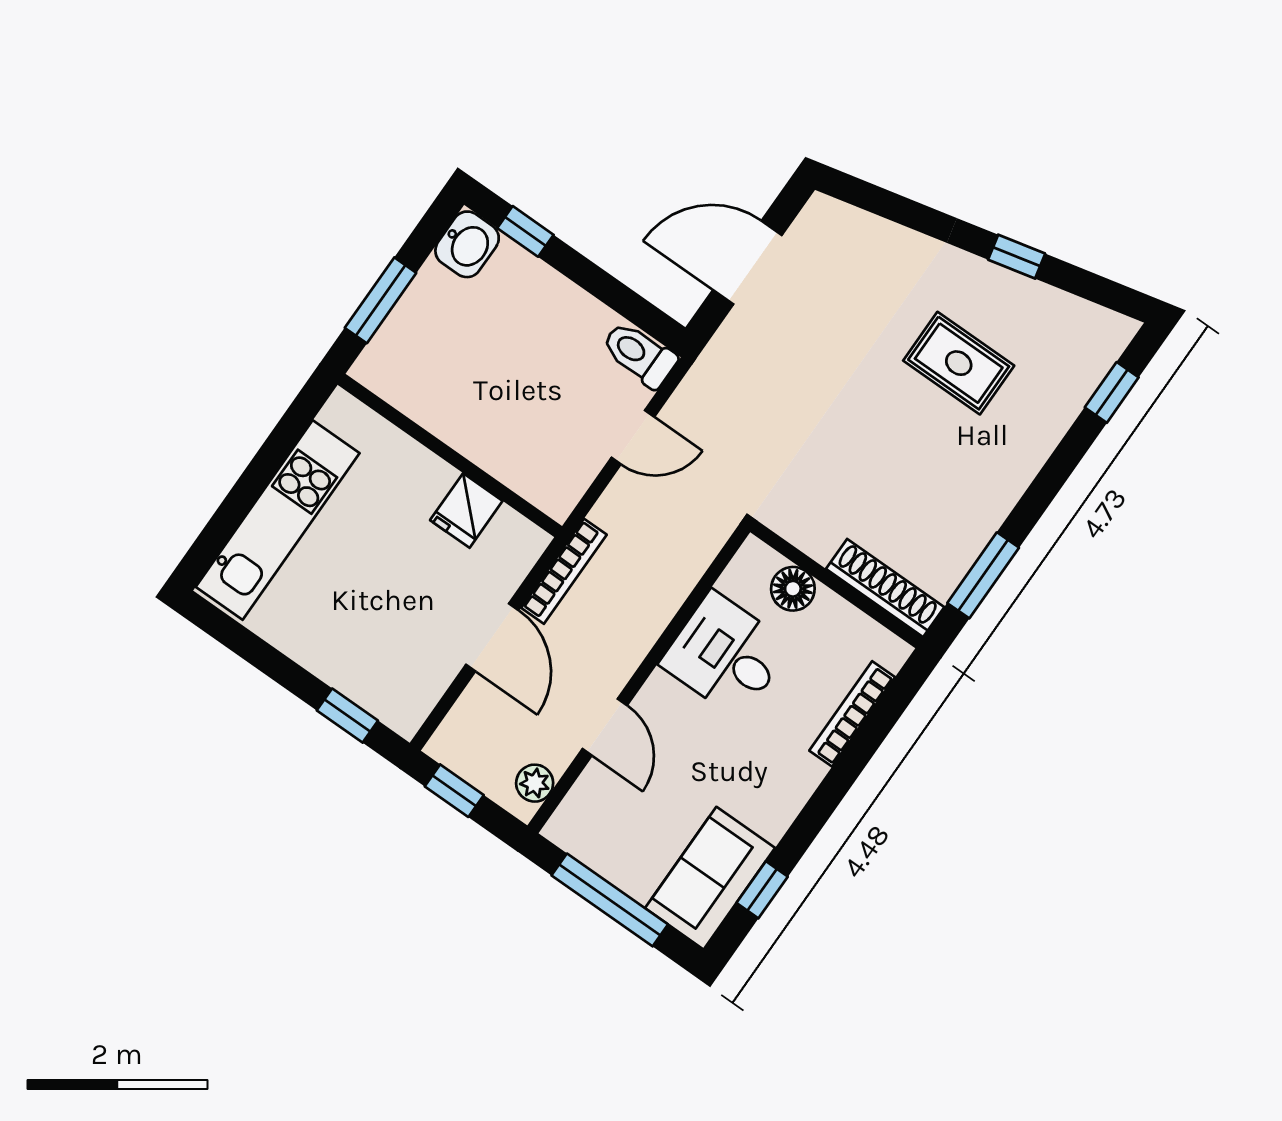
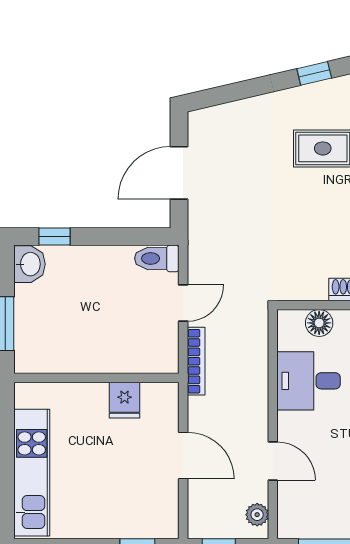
bookcase: (564, 571) -> (196, 361), moved

